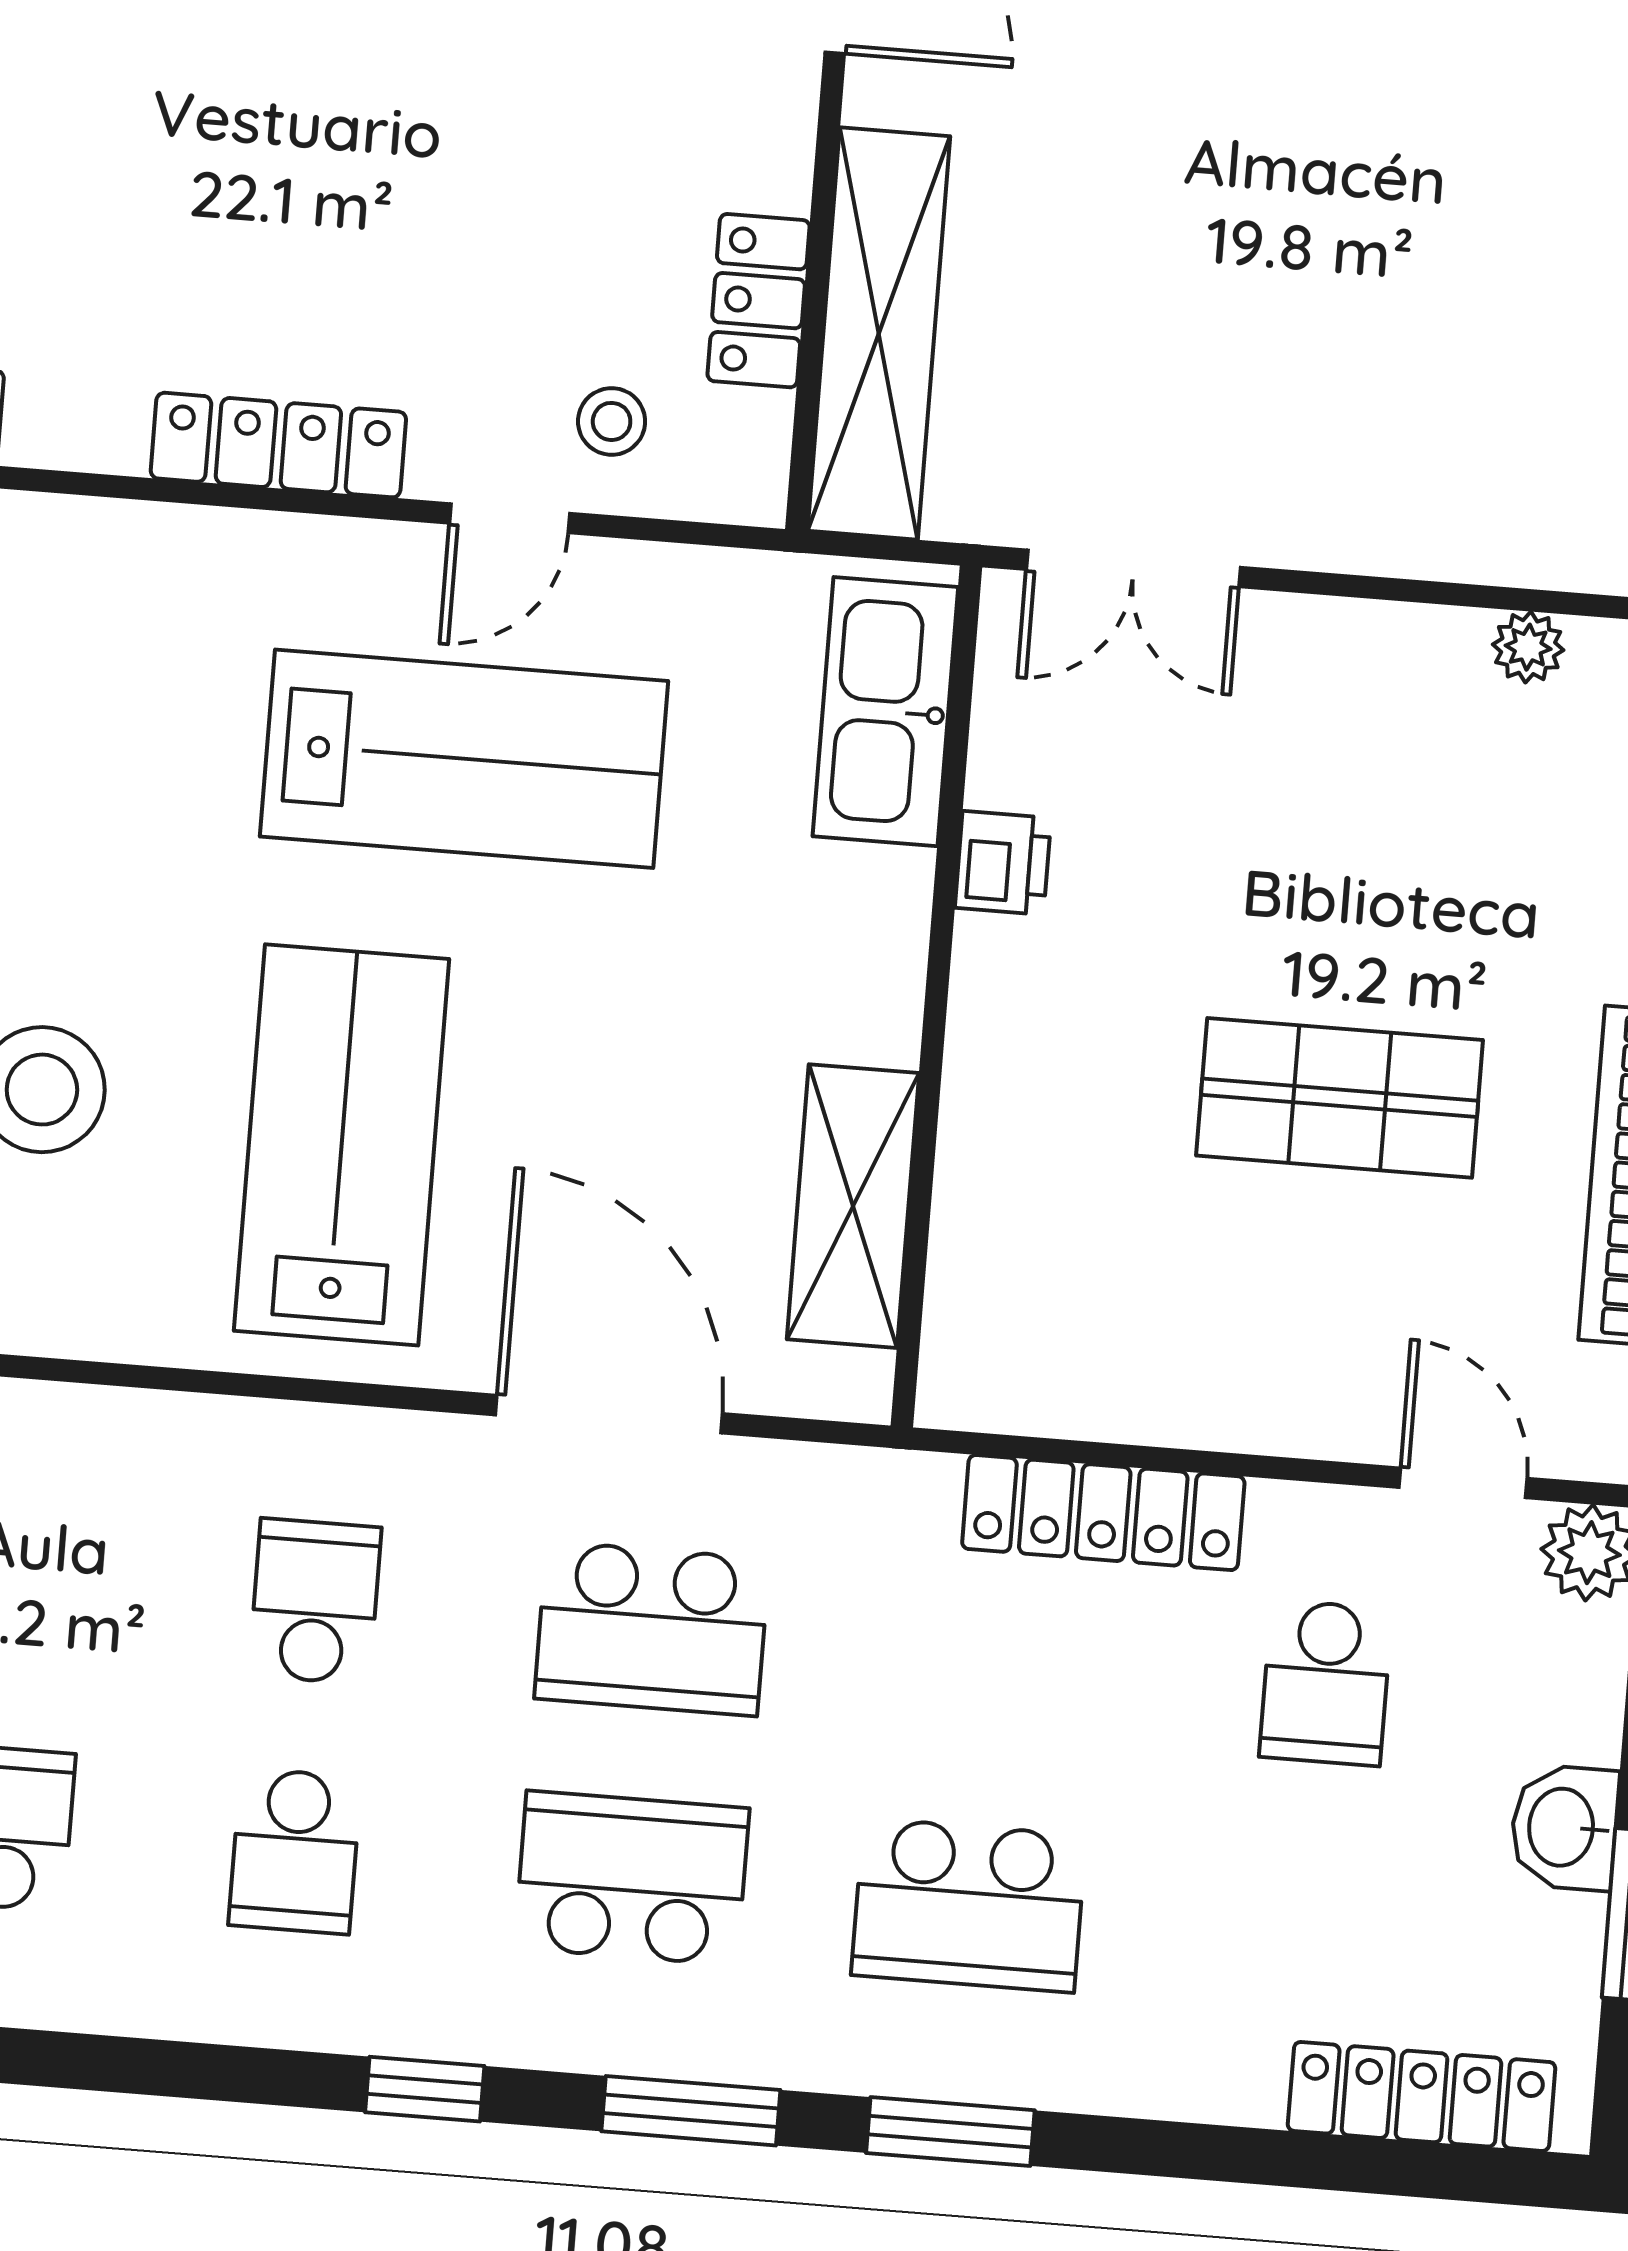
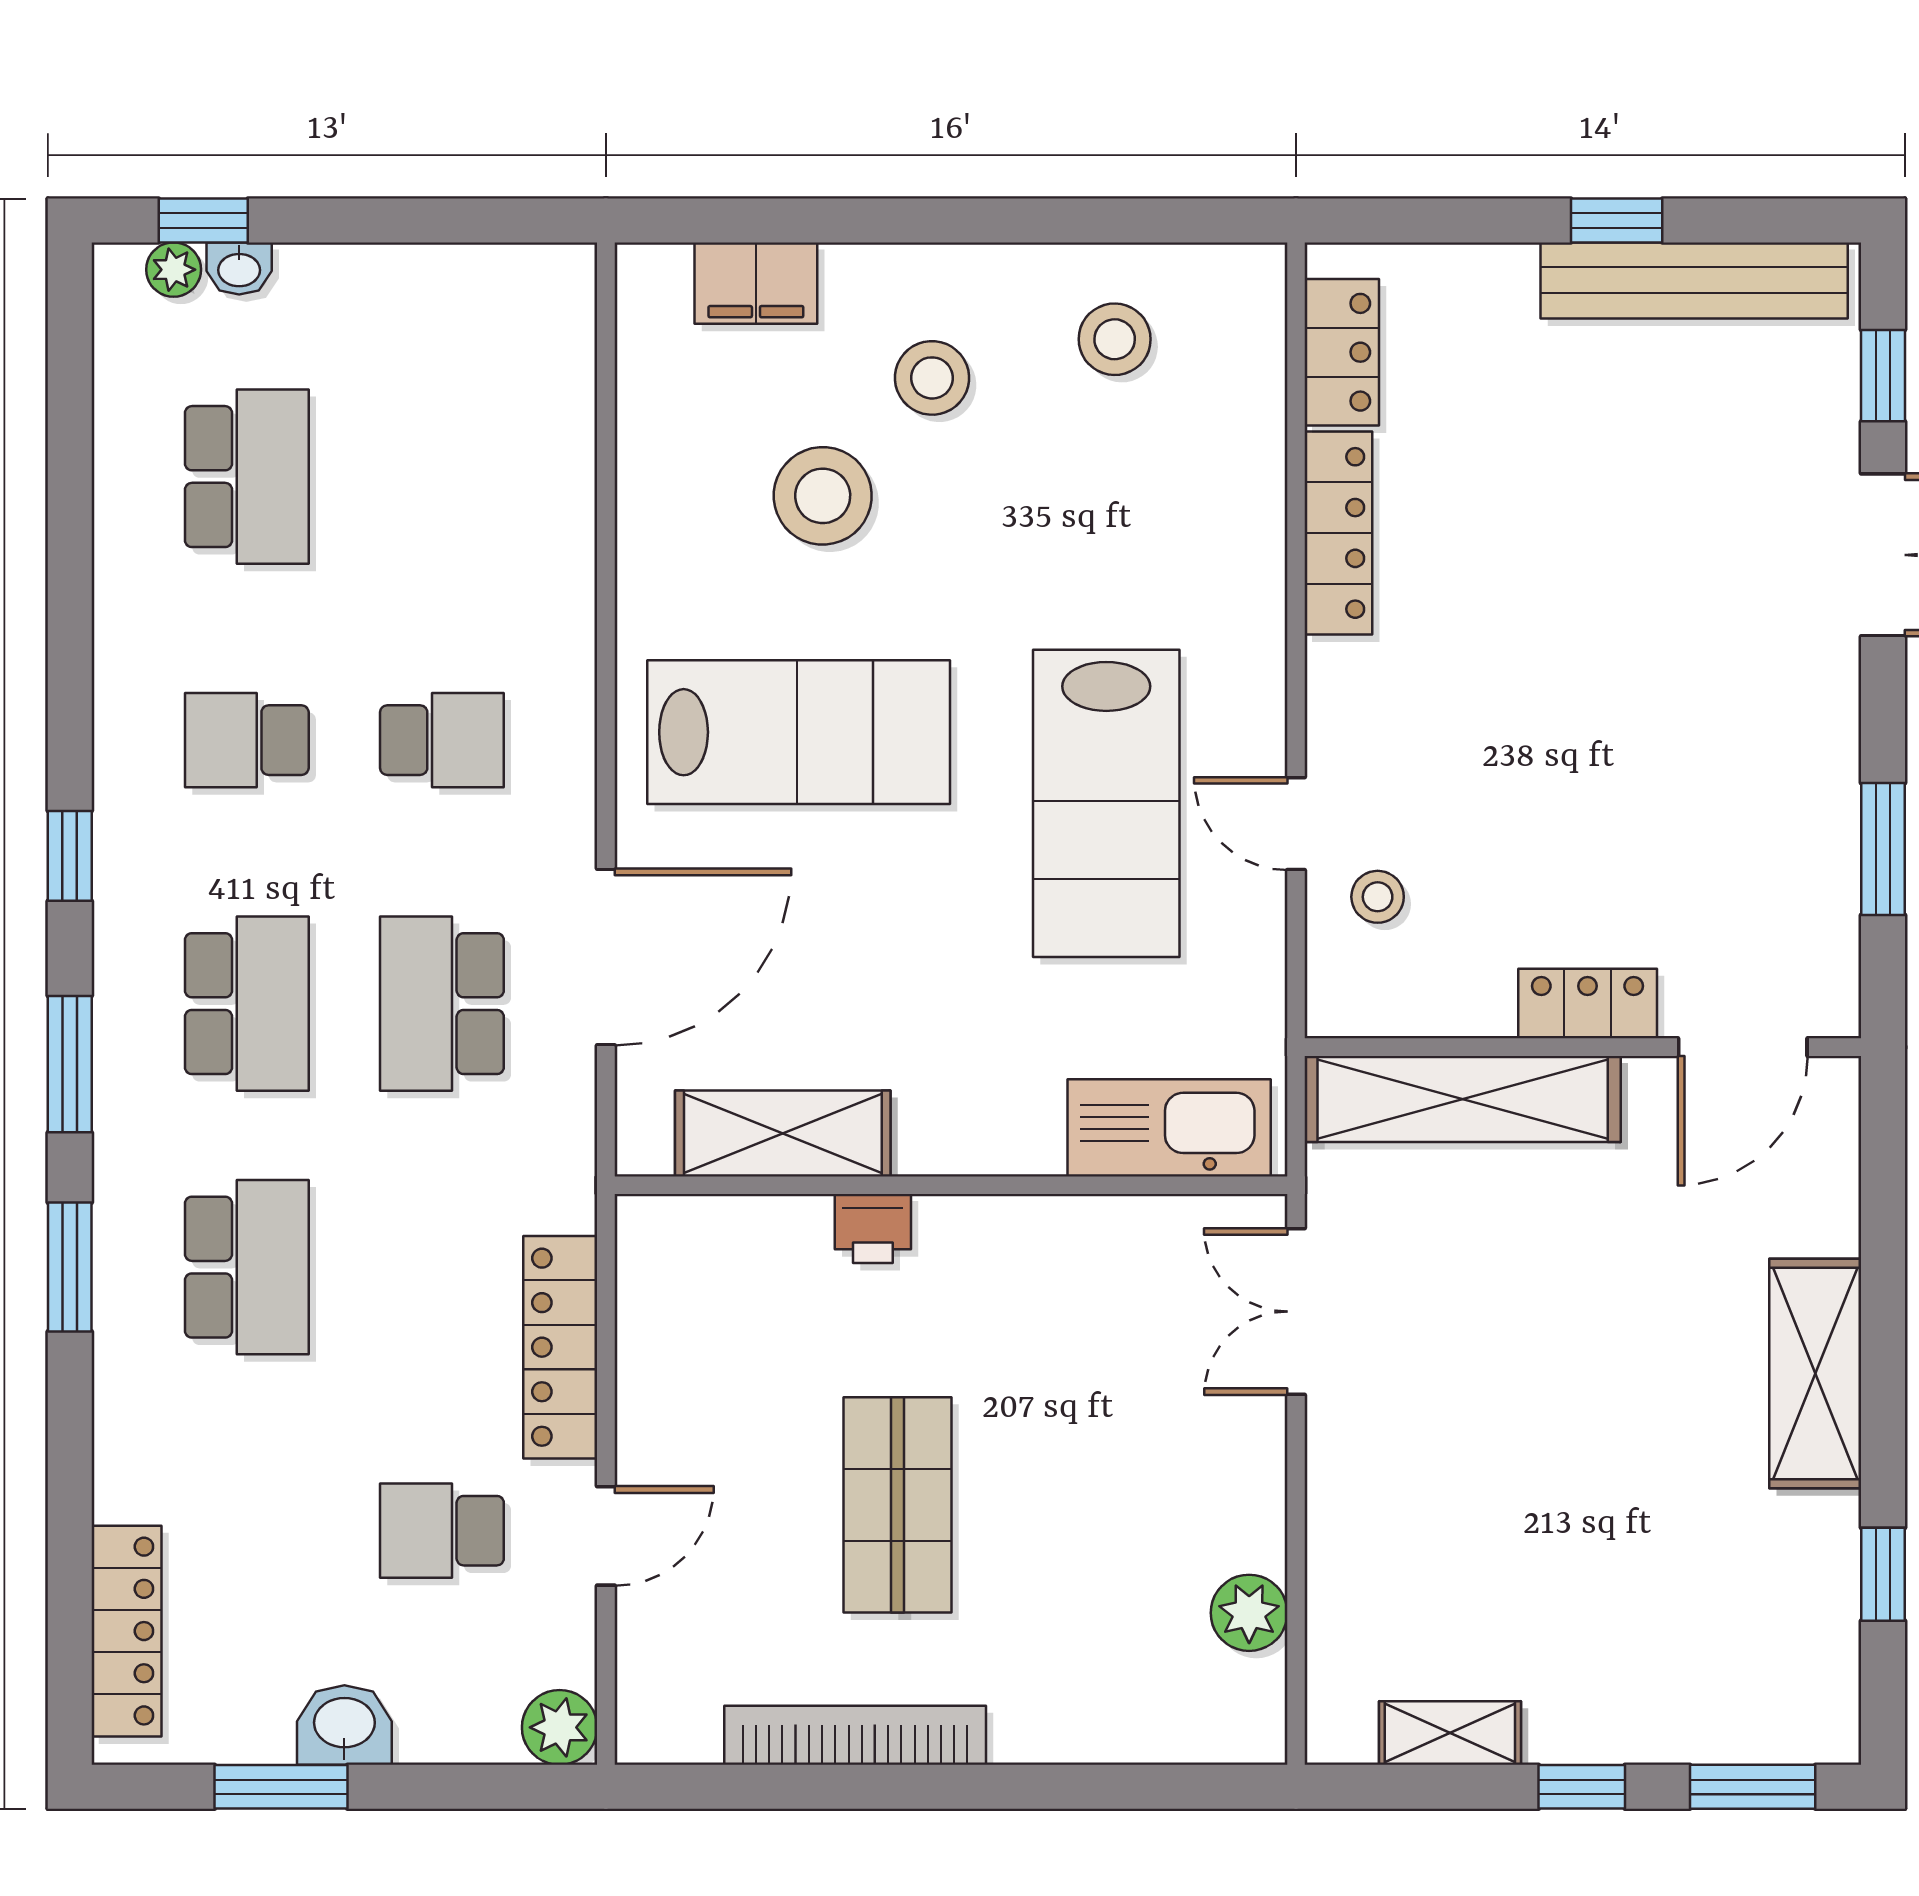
locker: (759, 301) -> (1588, 1004), moved
locker: (278, 445) -> (1338, 533), moved
plant: (1528, 647) -> (1249, 1613), width x1.38, depth x1.38
printer: (1003, 863) -> (873, 1229), moved
door: (1463, 1483) -> (606, 1536), moved
school desk: (969, 1905) -> (247, 1267), turned 180

